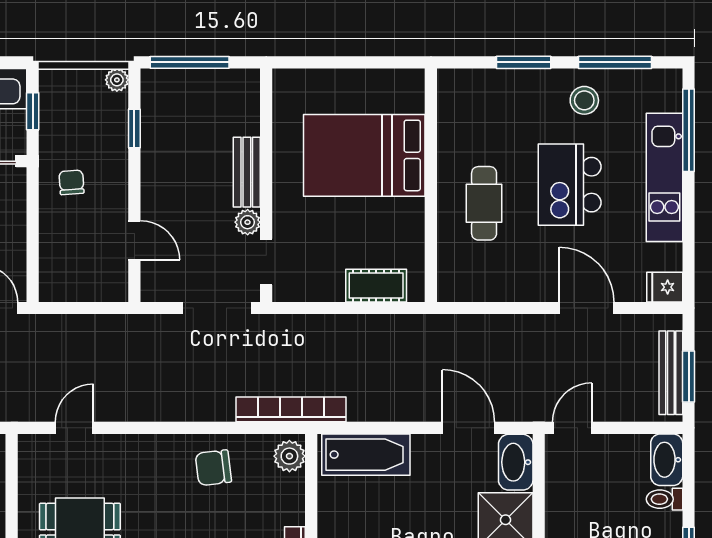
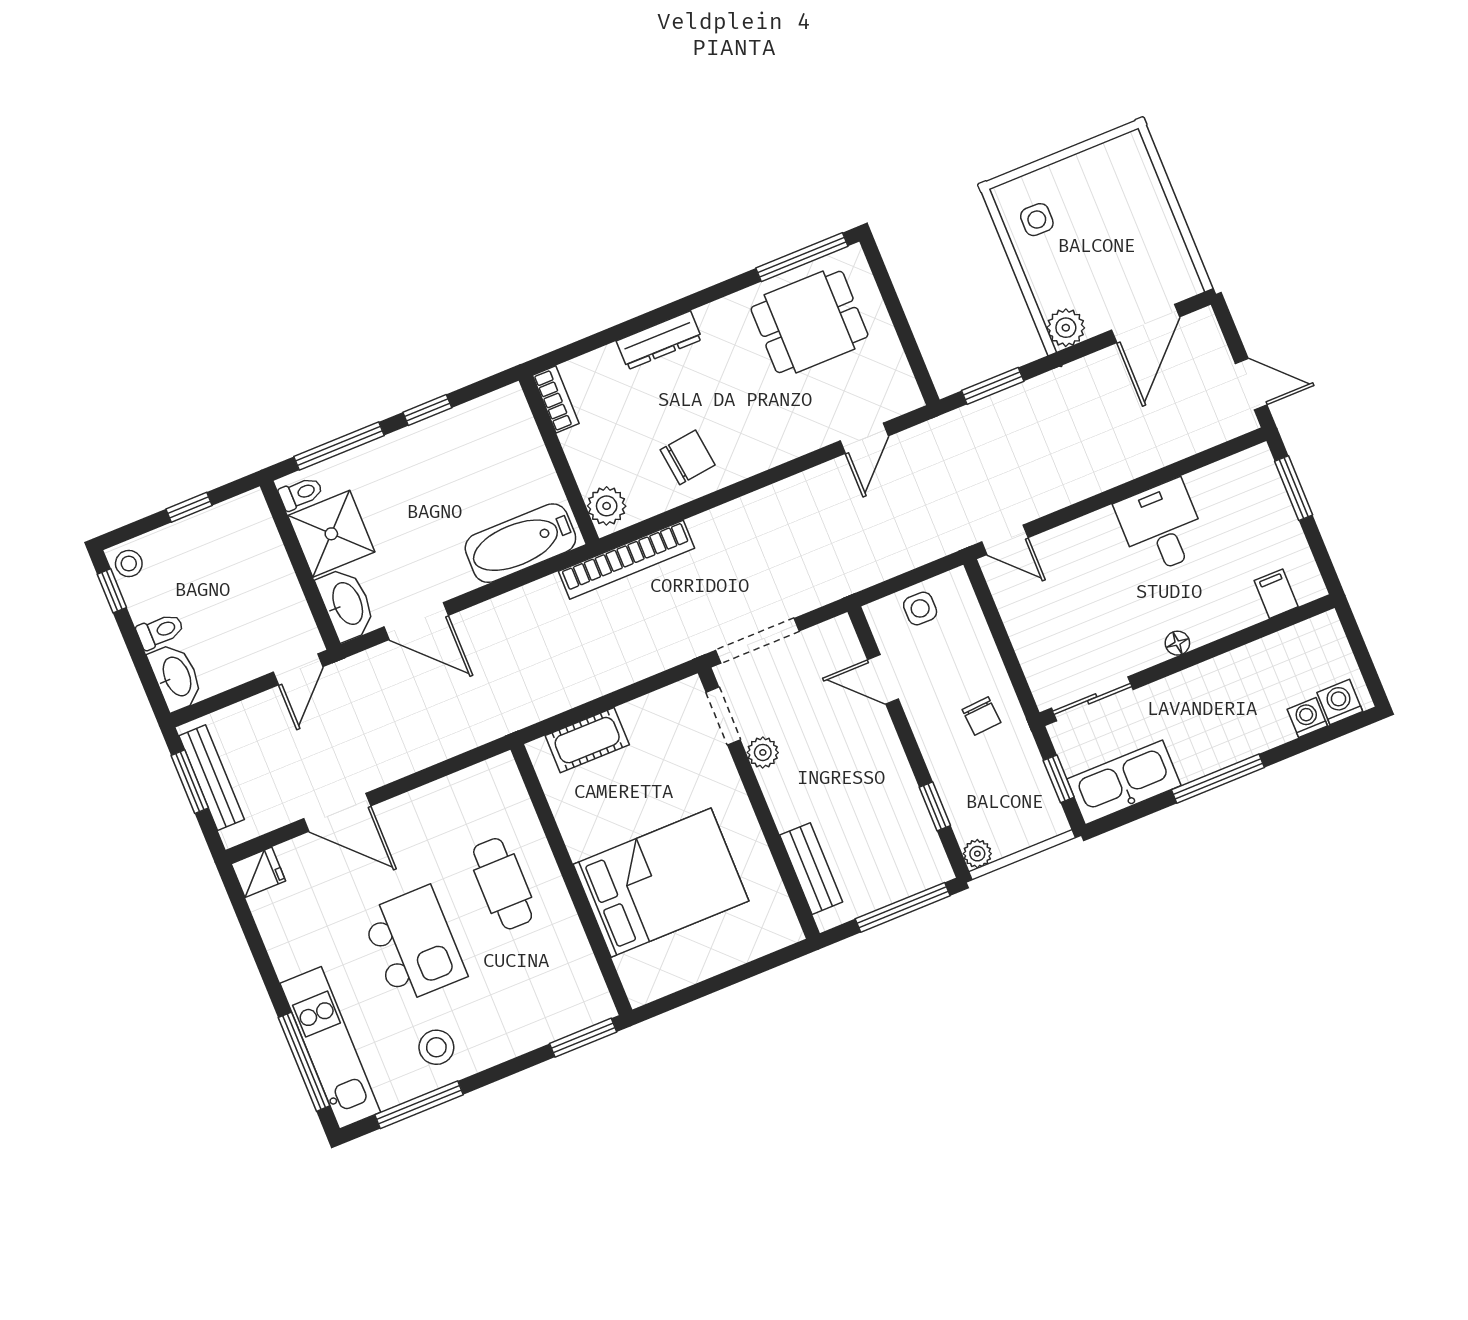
window: (524, 62) -> (583, 1038), moved
bench: (247, 172) -> (811, 869), moved
kitchen unit: (664, 177) -> (330, 1048), moved
side table: (85, 282) -> (920, 608), added

